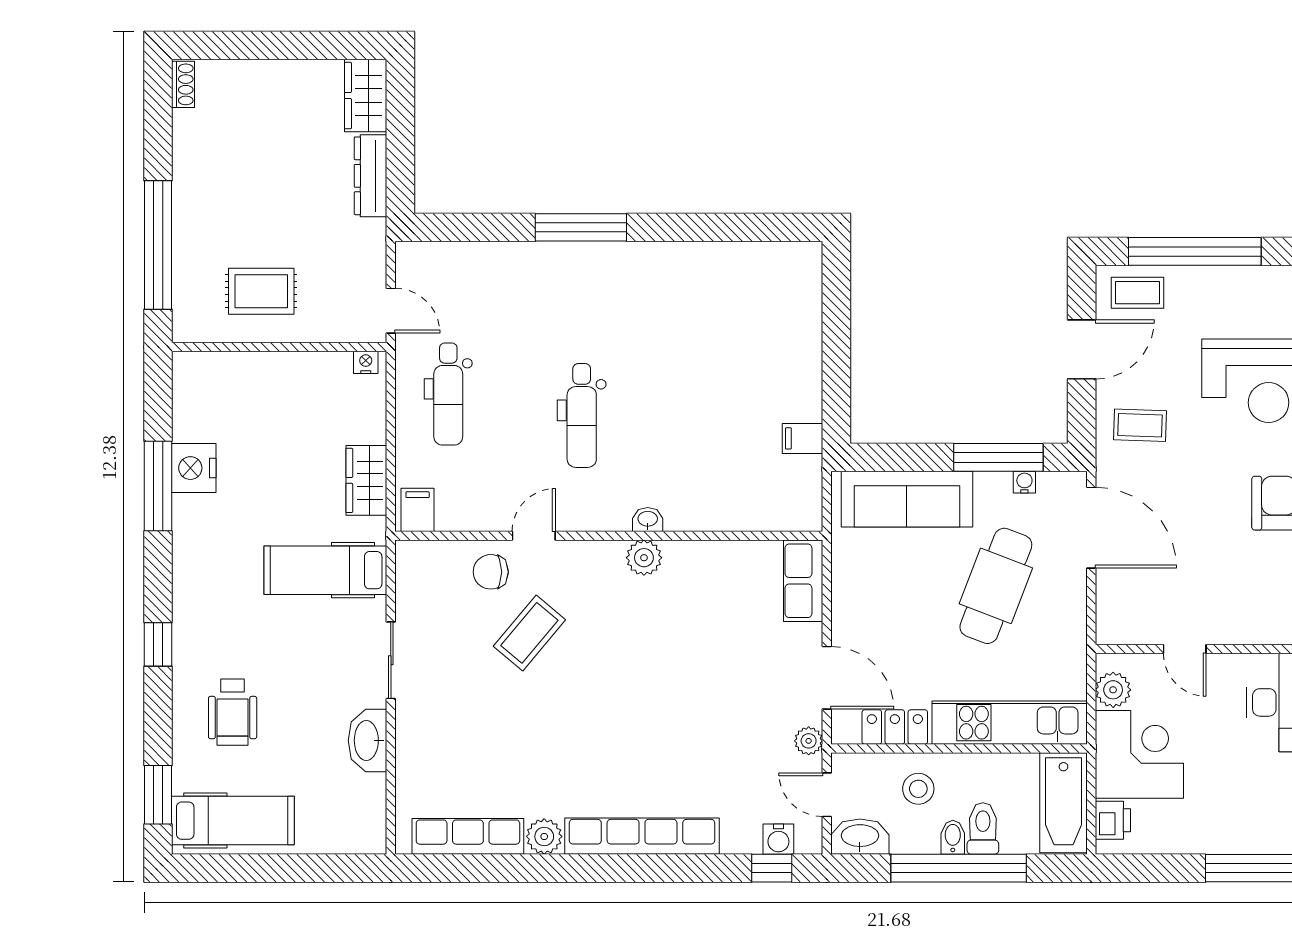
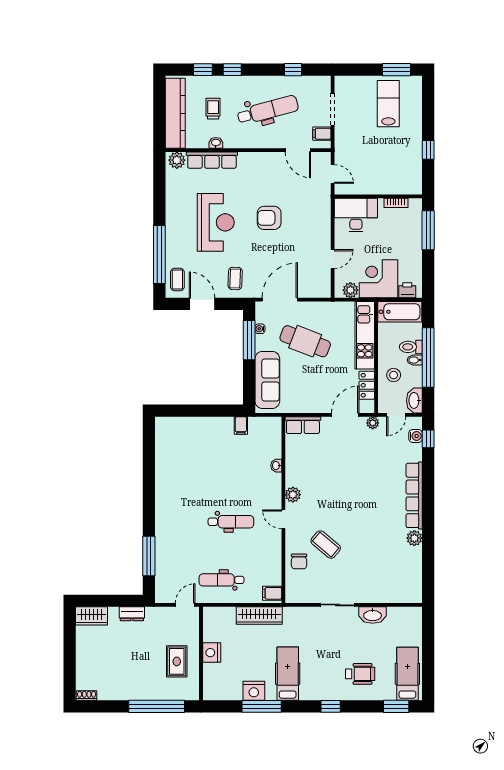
dresser: (371, 176) -> (132, 614), width x0.70
window: (581, 227) -> (149, 556), moved
nightstand: (366, 362) -> (212, 653), moved, width x1.89, depth x1.79
dental chair: (448, 394) -> (222, 580), turned 180
wardrobe: (366, 480) -> (259, 616), width x1.50
washbasin: (648, 519) -> (276, 466), moved
door: (534, 536) -> (283, 519), moved
hospital bed: (325, 570) -> (288, 674), moved, turned 180
row of seats: (468, 836) -> (414, 571), removed

